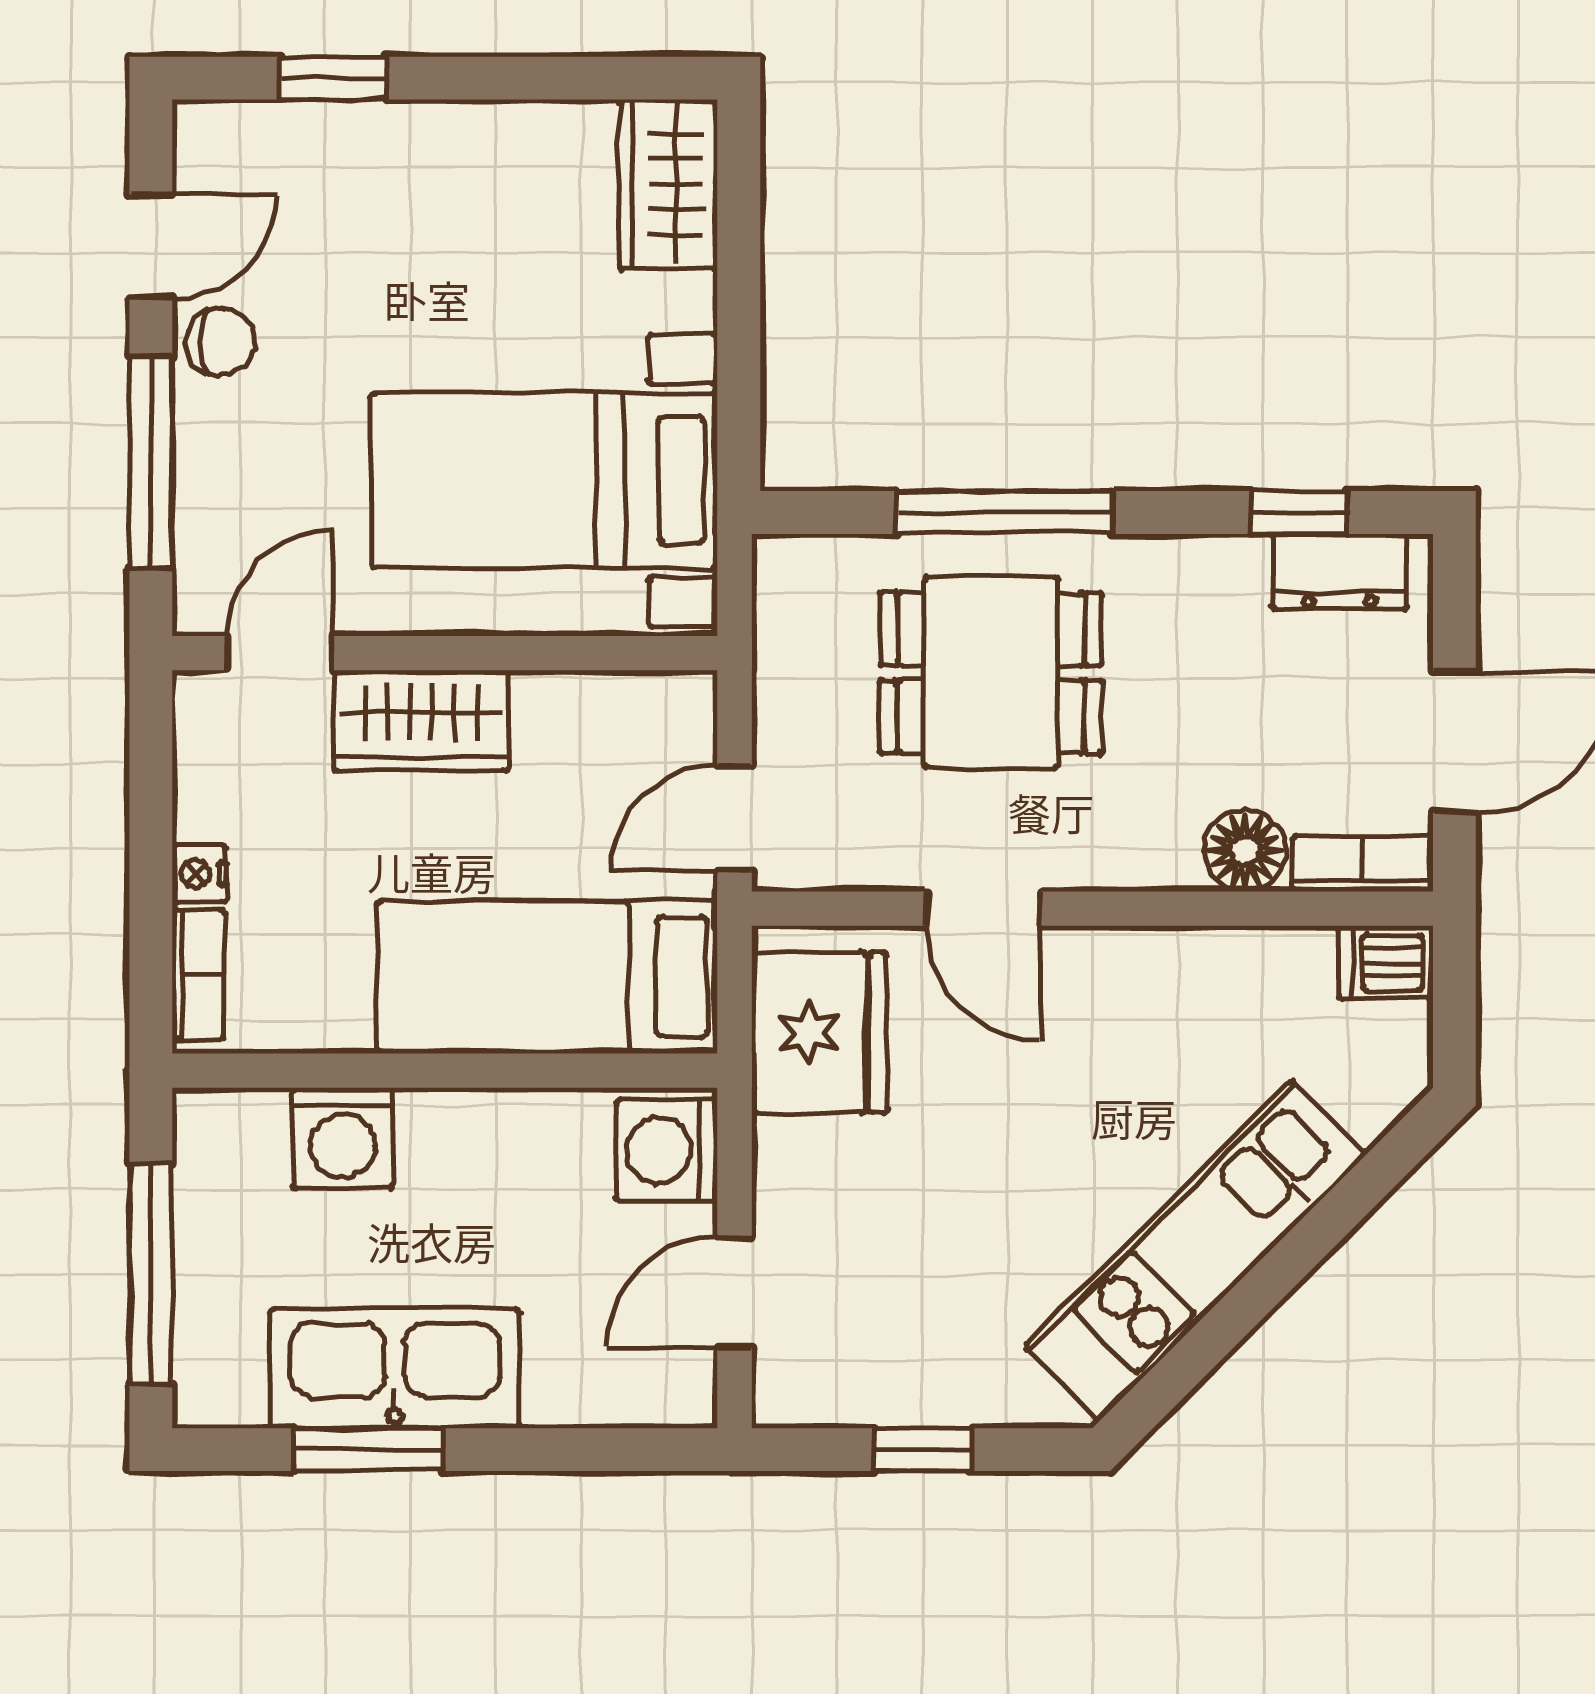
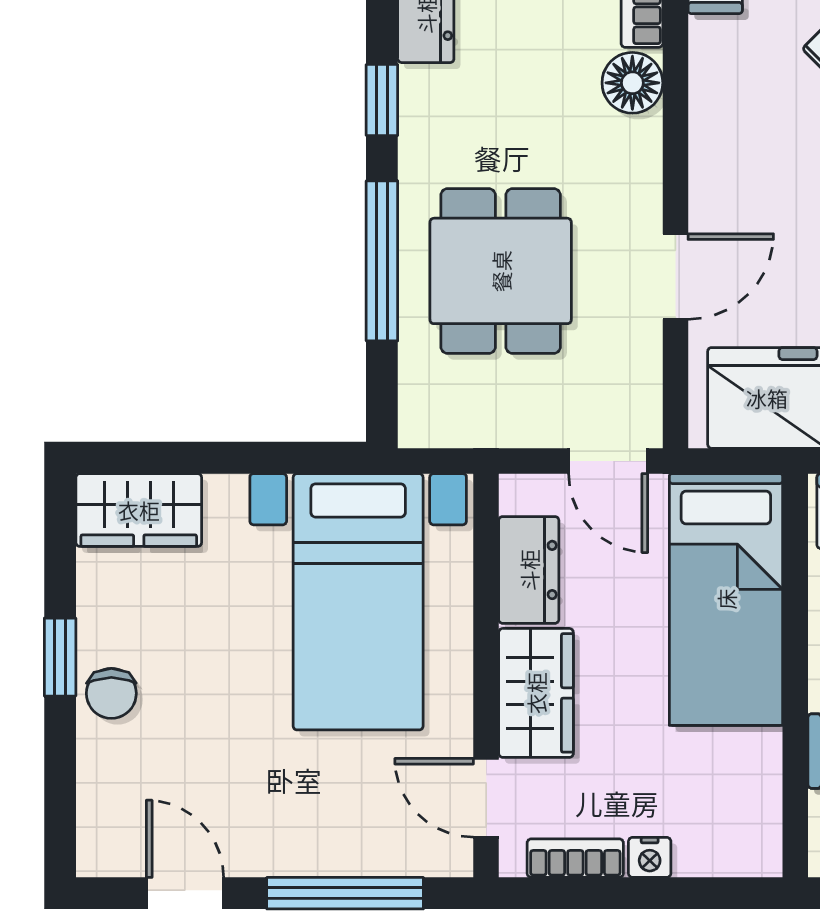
window: (333, 78) -> (60, 657), moved
chair: (221, 342) -> (111, 693), moved, turned 180
window: (1299, 513) -> (382, 100), moved
dresser: (587, 711) -> (529, 570), added
bookcase: (198, 974) -> (575, 858), moved

